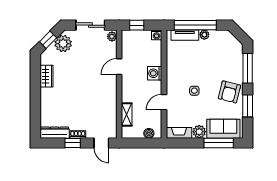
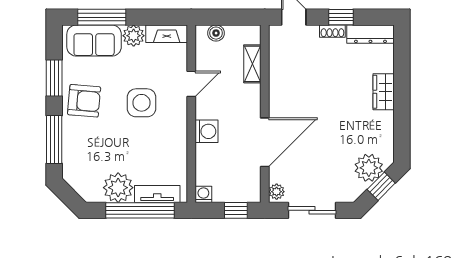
plant: (204, 35) -> (118, 188), width x1.87, depth x1.87
plant: (63, 44) -> (369, 168), moved
door: (119, 67) -> (265, 142), width x1.88
wardrobe: (47, 76) -> (384, 92), moved
side table: (194, 91) -> (142, 103), width x1.87, depth x1.87
armchair: (229, 92) -> (84, 101), turned 81

